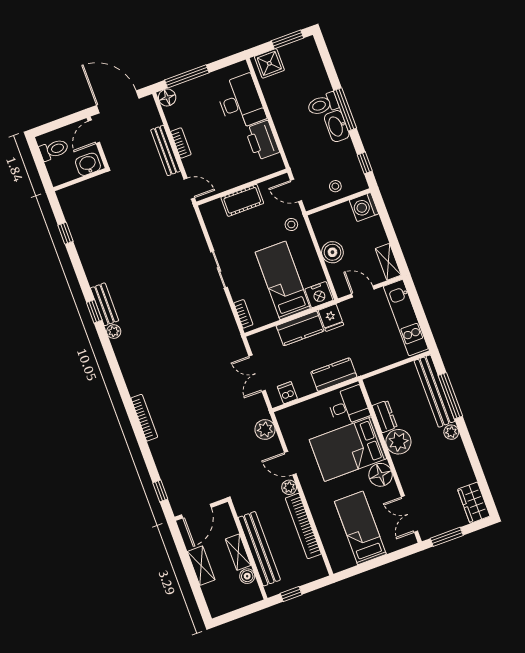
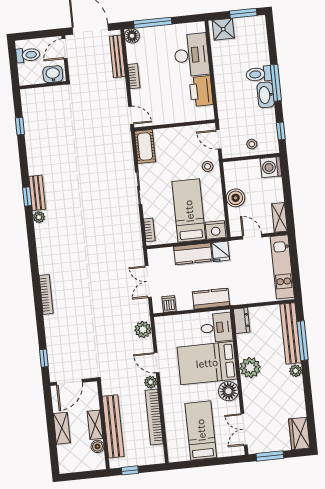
bench: (166, 150) -> (117, 56), moved
cot: (242, 200) -> (145, 146), moved, turned 90
dresser: (385, 416) -> (242, 321), moved

